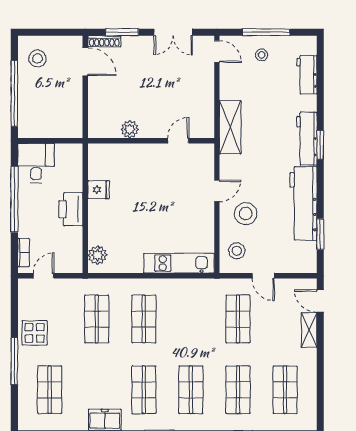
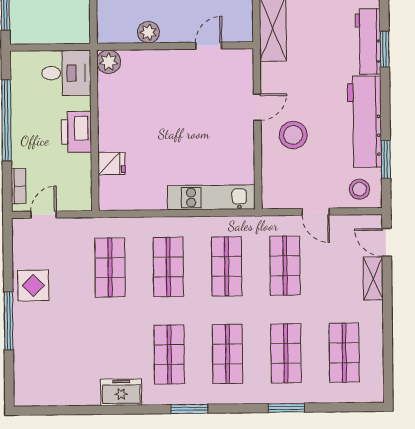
desk: (36, 163) -> (66, 73), moved, turned 90
fridge: (99, 190) -> (111, 164), moved
stool: (237, 251) -> (359, 189), moved
plant: (97, 255) -> (109, 62), moved
shop shelf: (50, 390) -> (227, 266), moved

